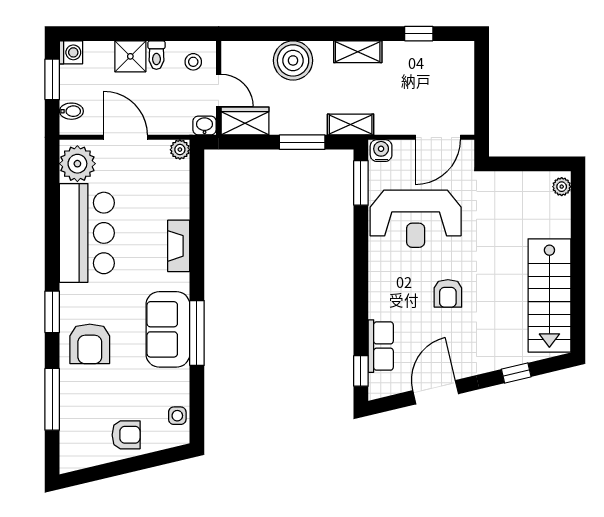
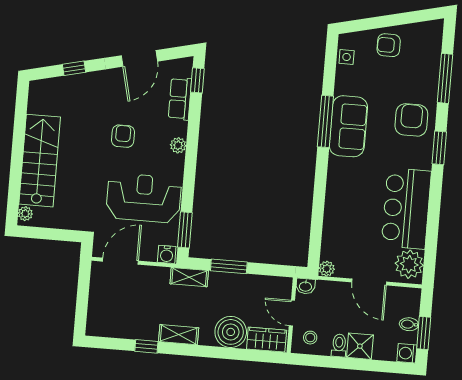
window: (419, 34) -> (146, 346), moved
bidet: (71, 111) -> (409, 324), moved
wardrobe: (245, 121) -> (267, 340), moved, turned 180
fireplace: (179, 246) -> (334, 192), removed
plant: (378, 288) -> (178, 145), added
stairs: (549, 295) -> (40, 161), moved

